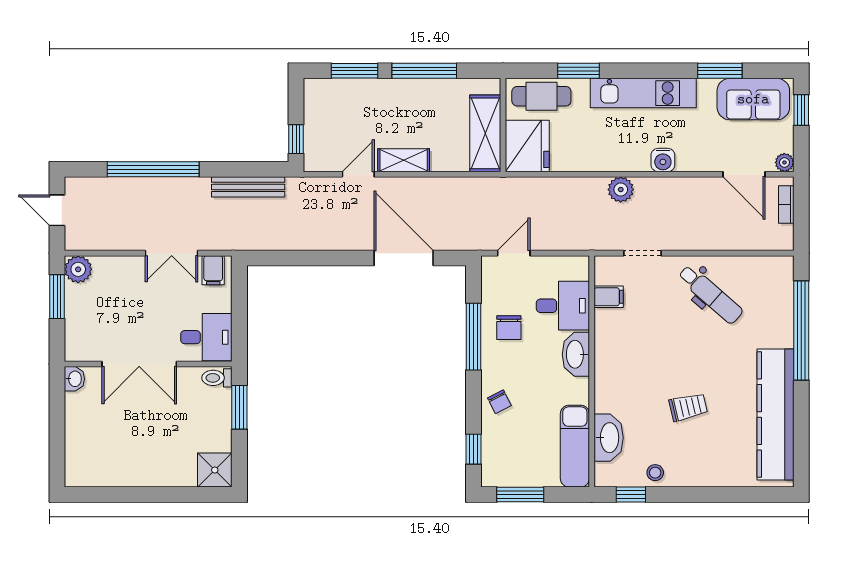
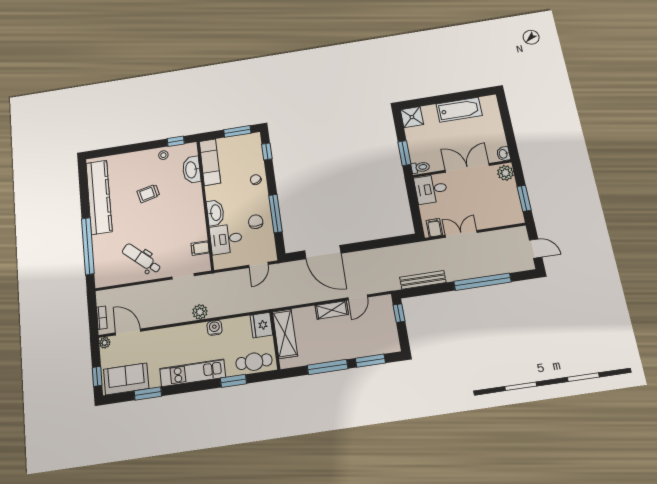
fridge: (527, 146) -> (261, 325), width x0.73, depth x0.75
water cooler: (663, 160) -> (214, 328), moved
plant: (78, 269) -> (505, 173), moved
bathtub: (132, 470) -> (459, 110), added

